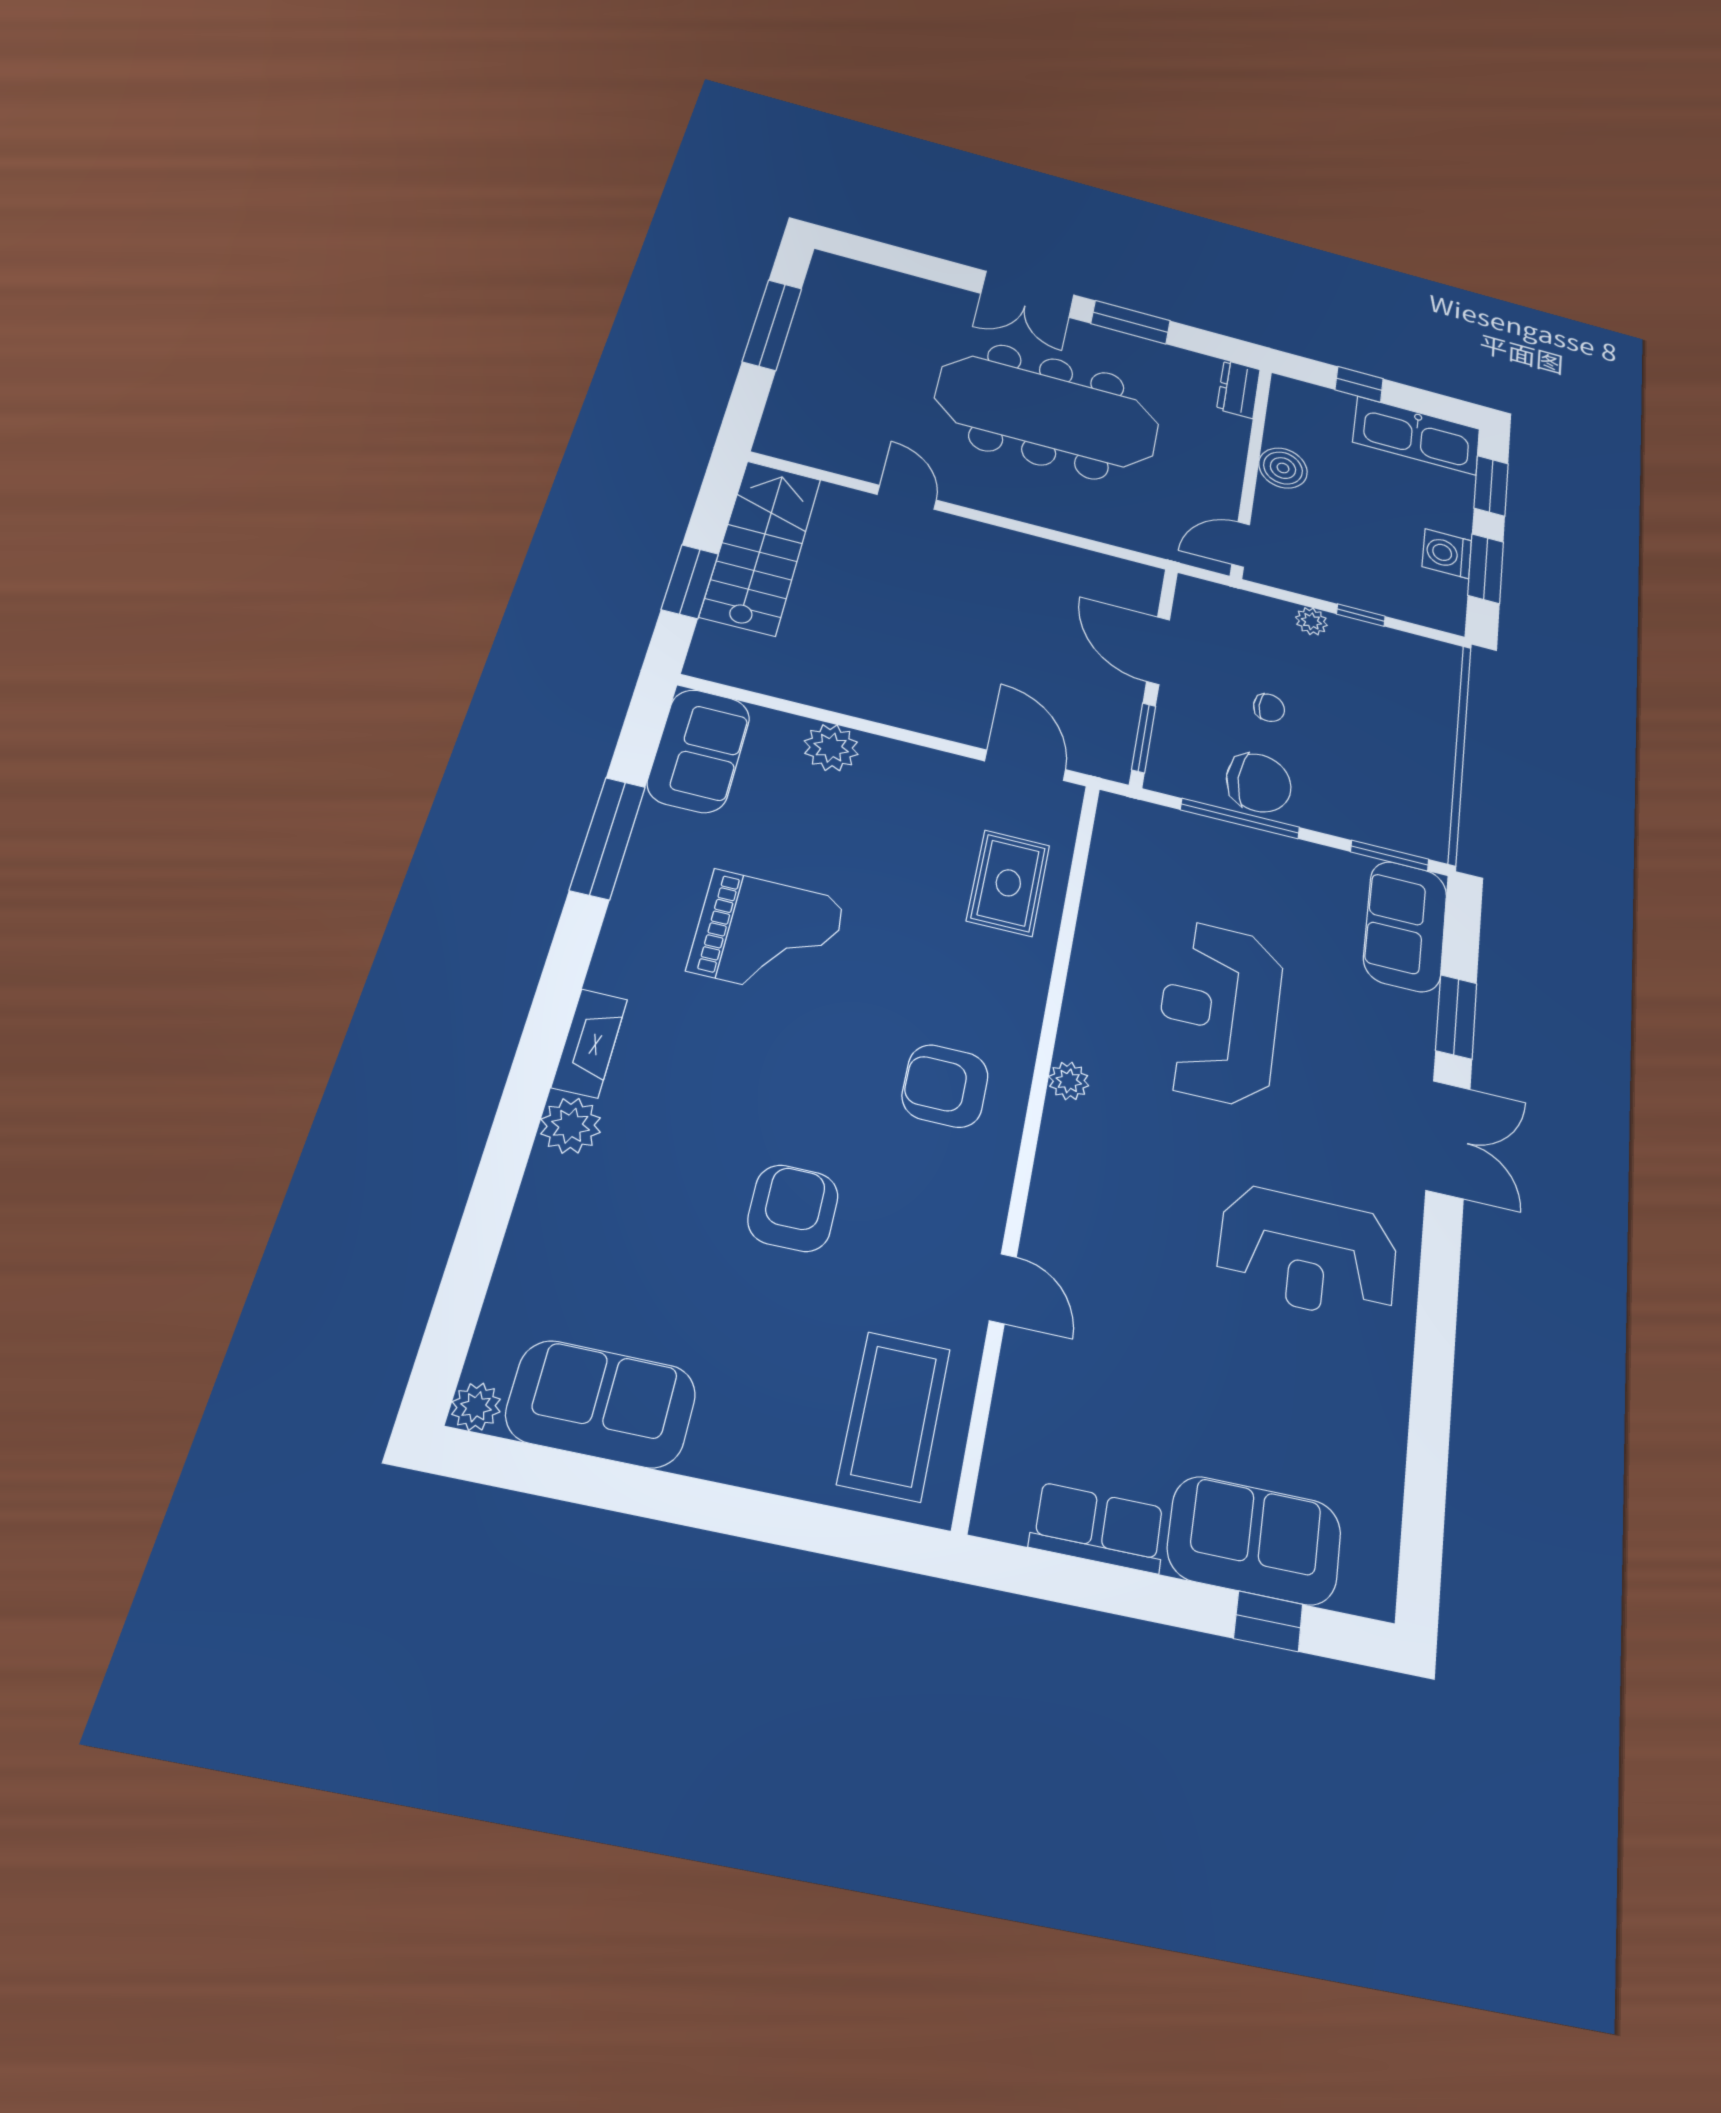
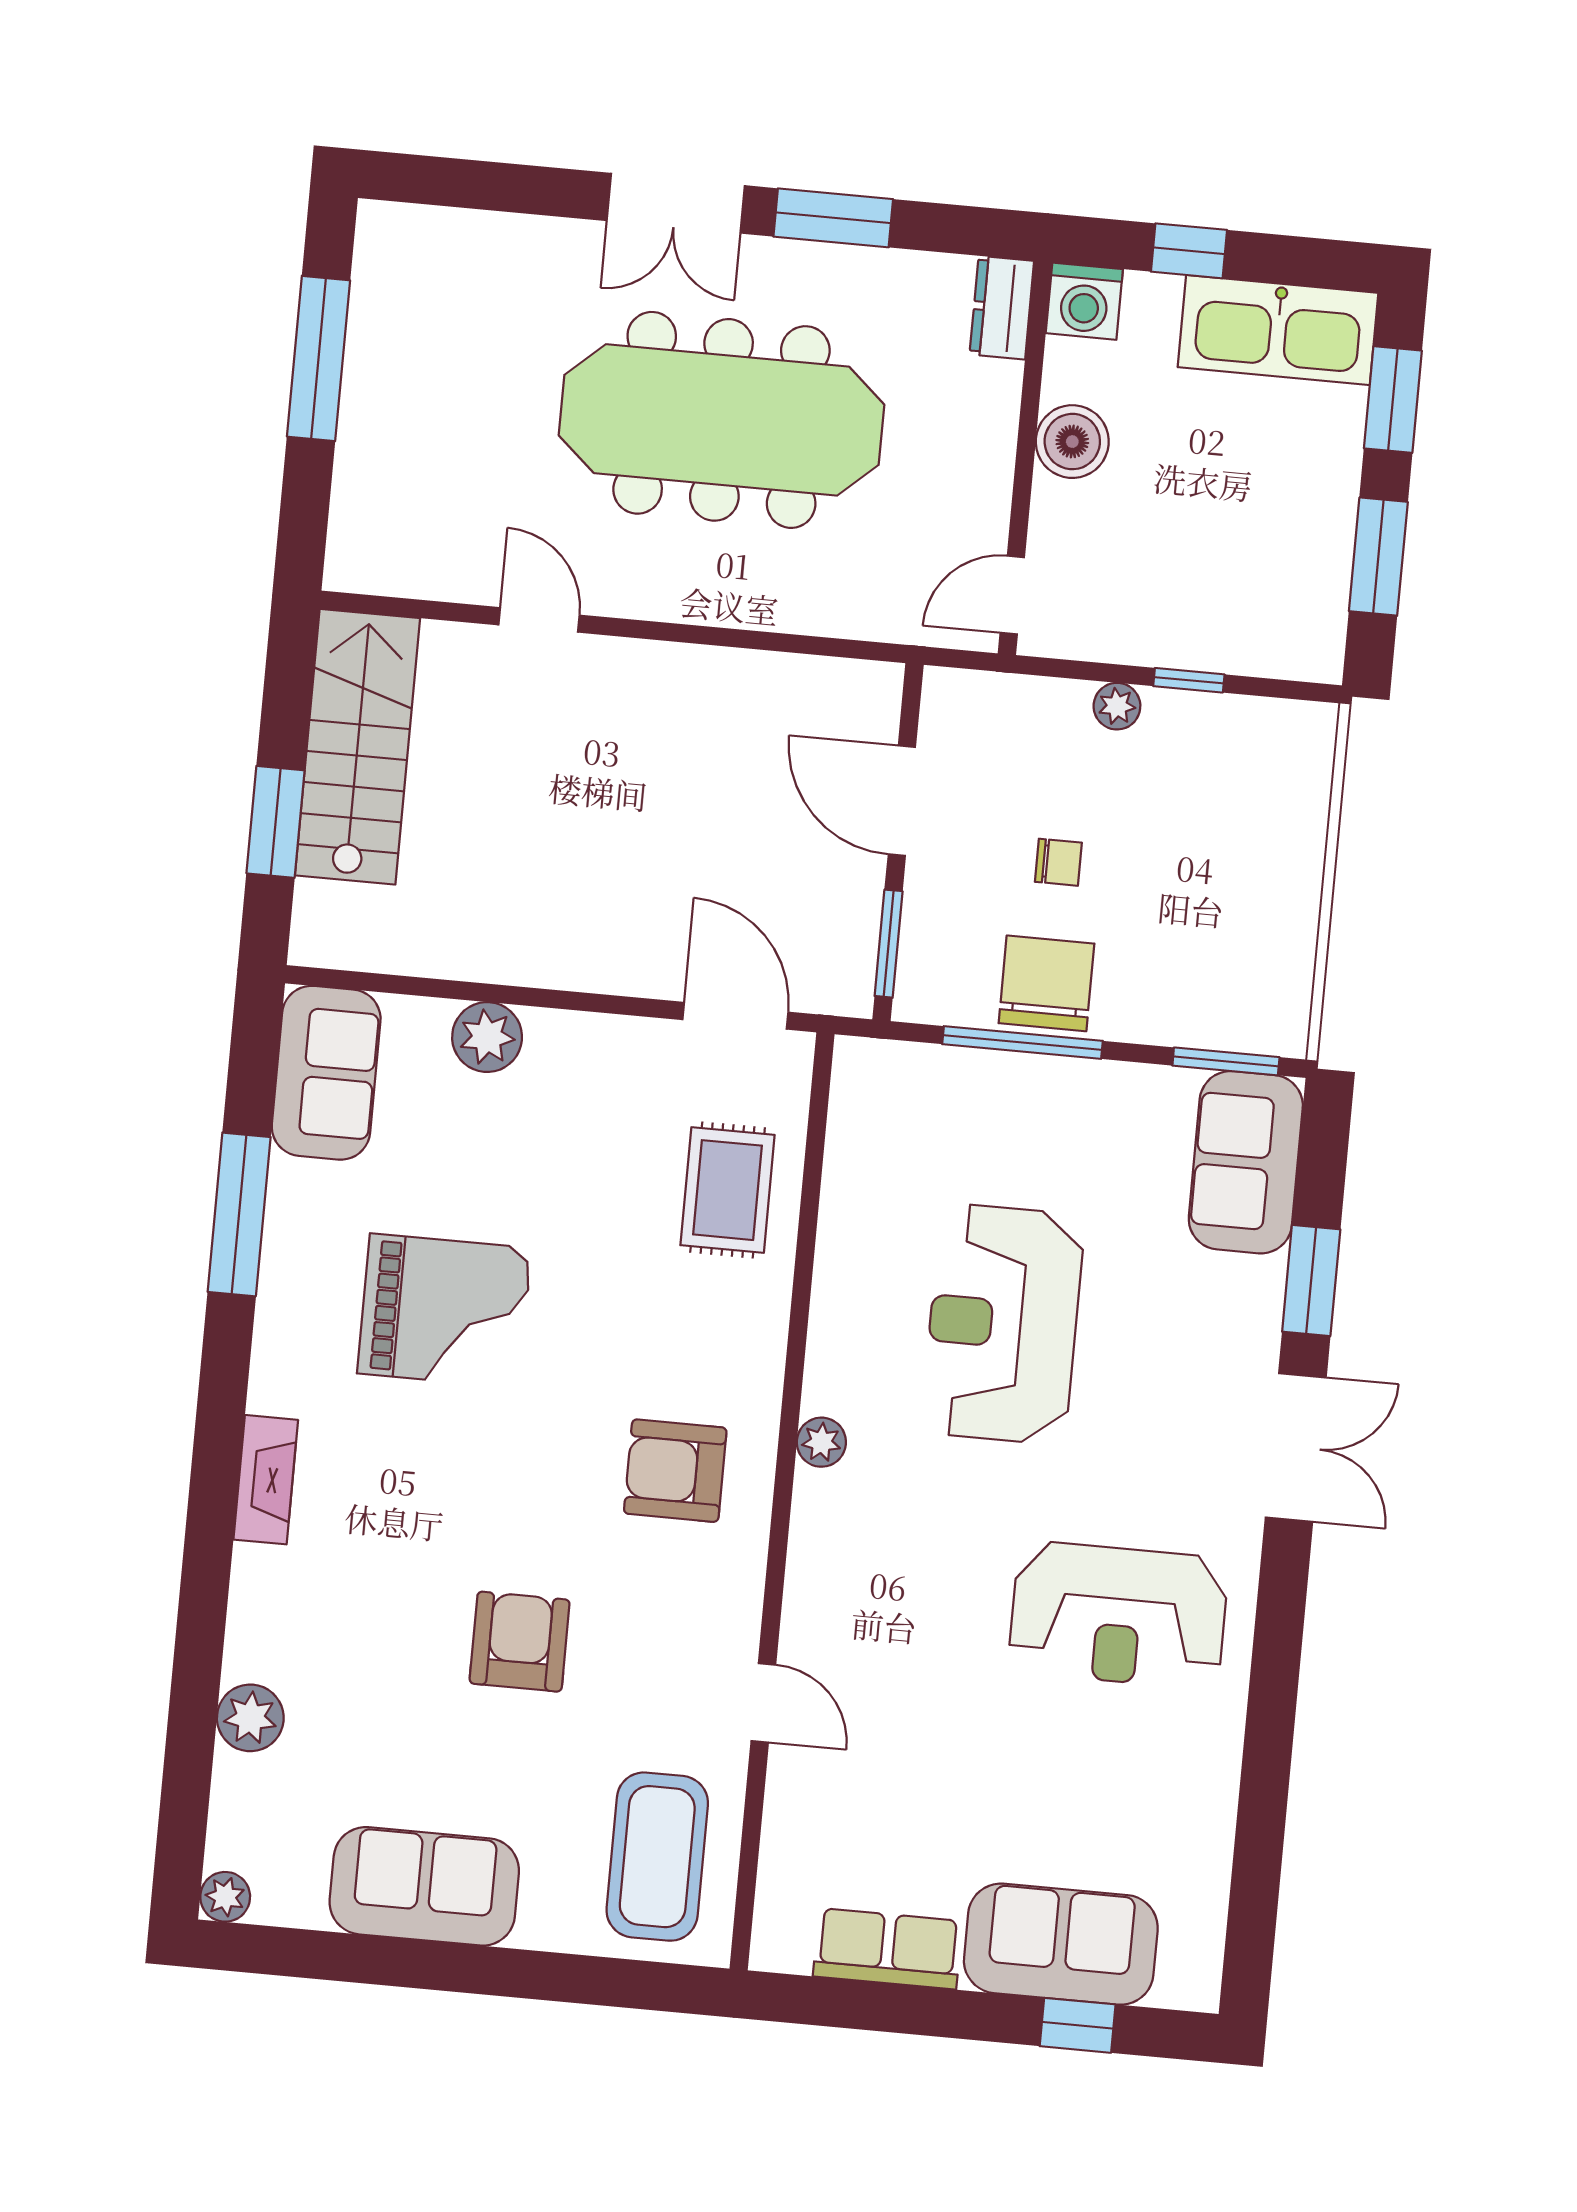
washing machine: (1447, 554) -> (1084, 301), moved, turned -90
chair: (1259, 783) -> (1046, 983), turned -90
plant: (571, 1126) -> (250, 1718), moved
sofa: (601, 1404) -> (424, 1886), moved

